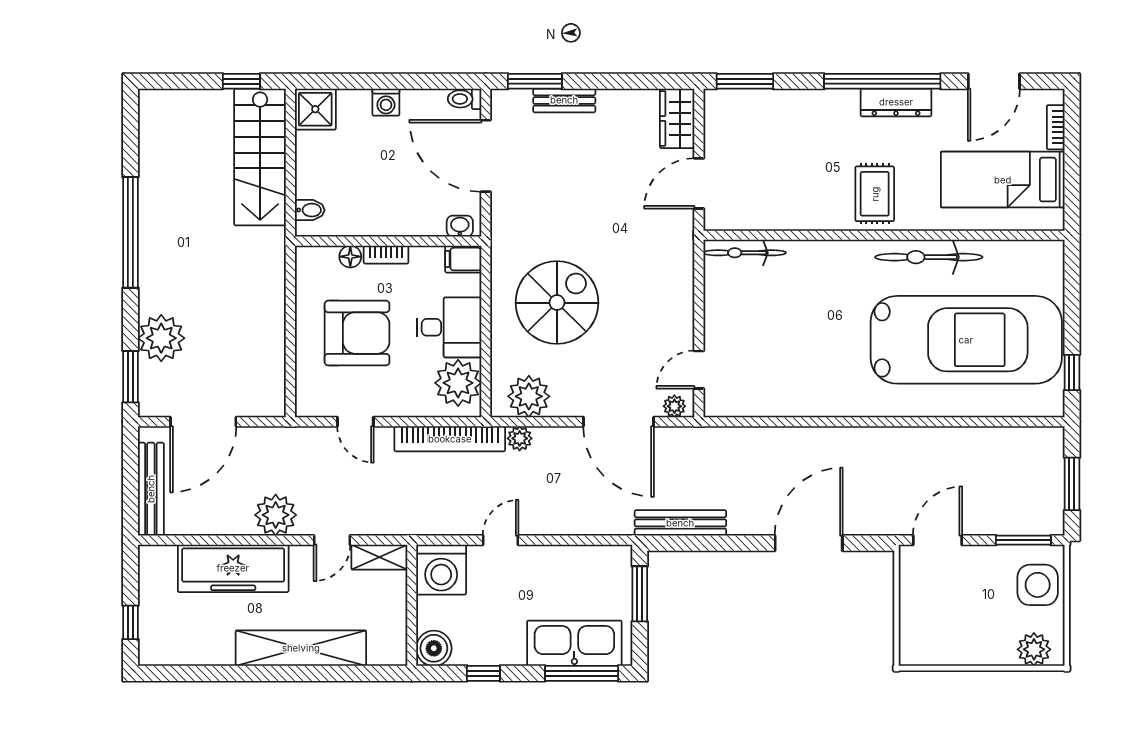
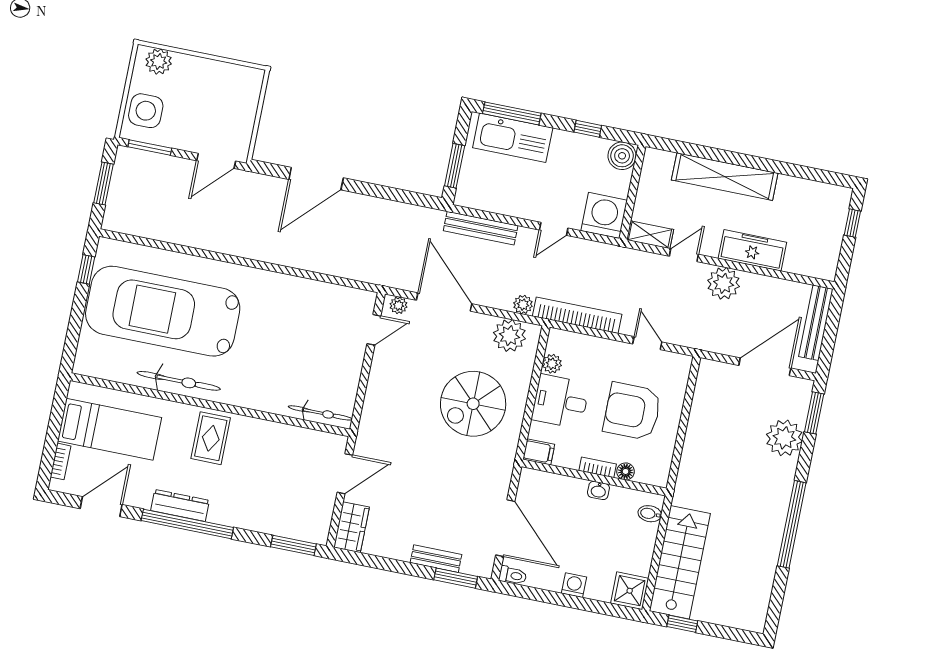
washbasin: (460, 226) -> (598, 490), moved
plant: (458, 383) -> (552, 364), width x0.53, depth x0.53
bench: (680, 523) -> (481, 228), moved
freezer: (233, 568) -> (752, 250), width x0.73, depth x0.79

